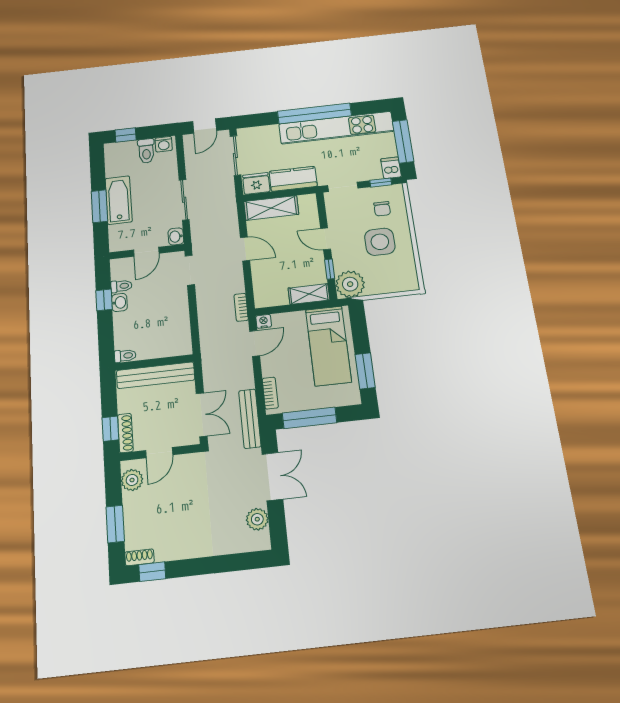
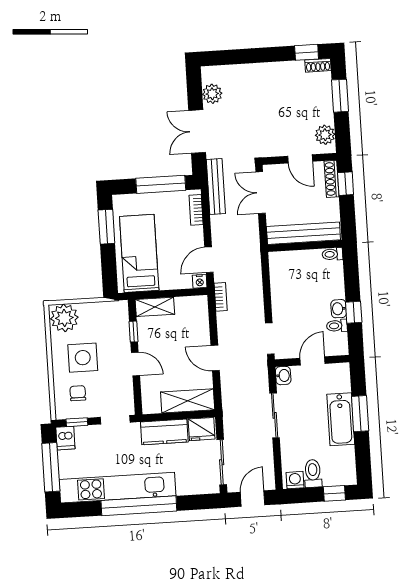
plant: (350, 284) -> (64, 318), moved
door: (159, 453) -> (300, 159), swing flipped

